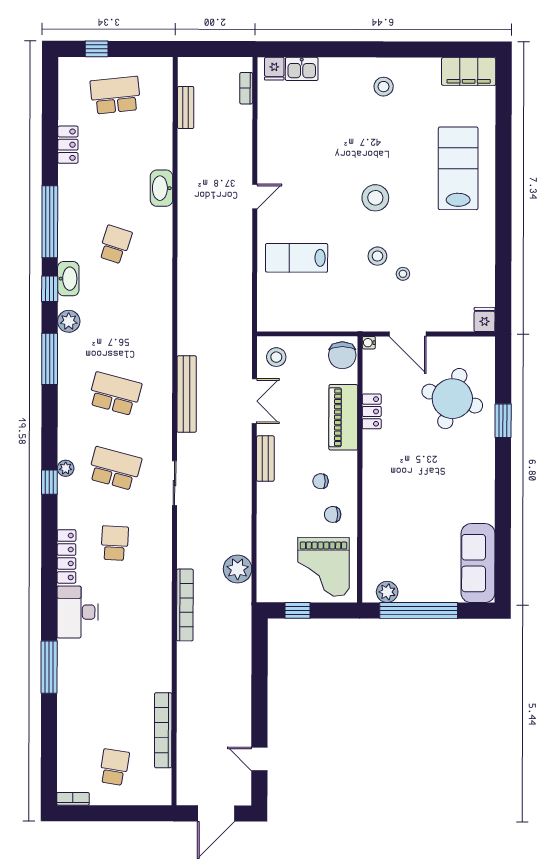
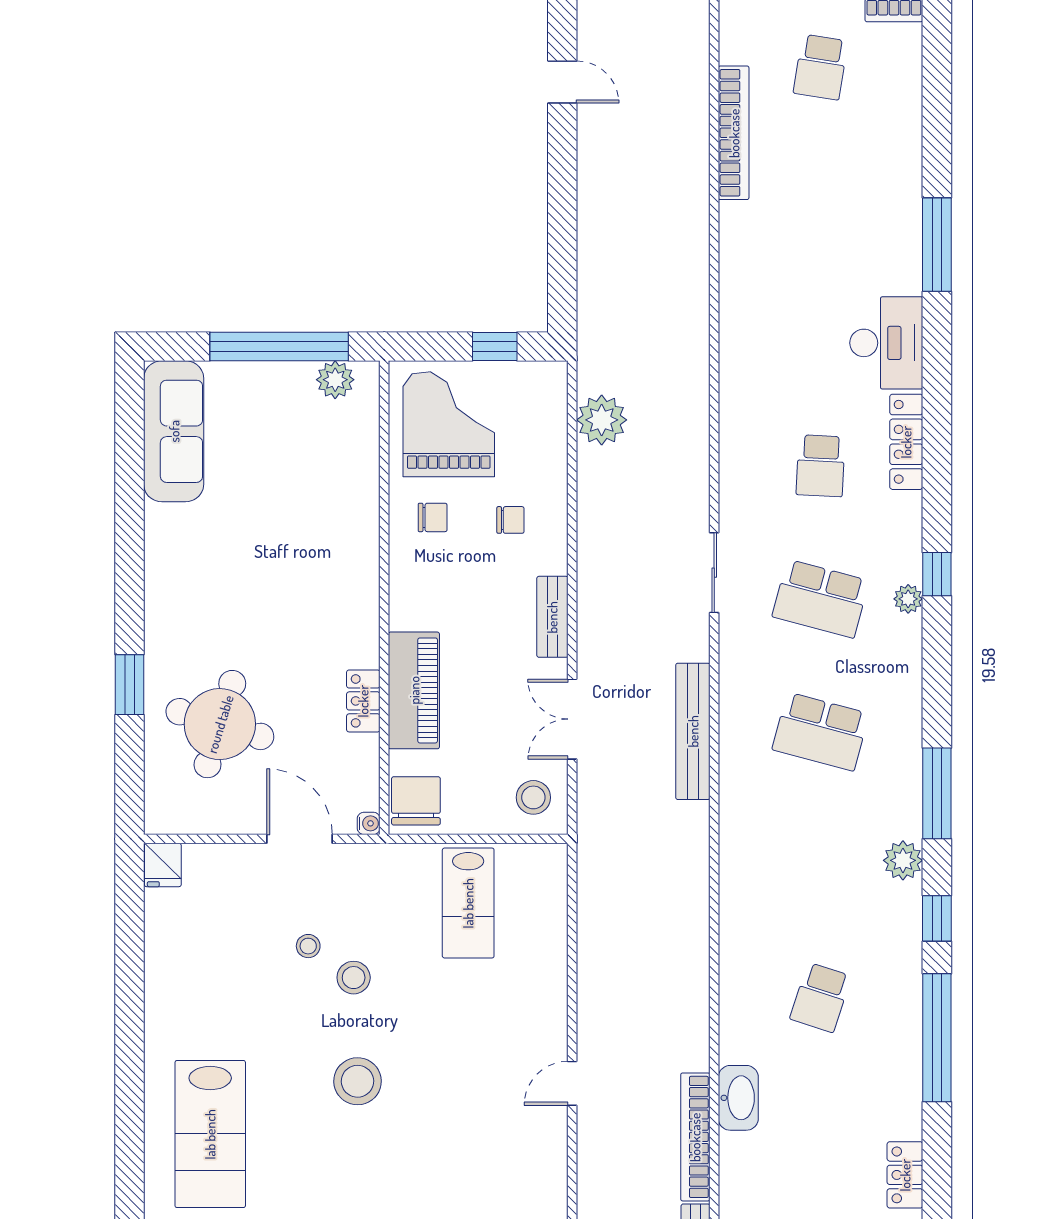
lab bench: (297, 258) -> (468, 903), moved, turned 90
washbasin: (68, 279) -> (904, 936), removed
chair: (321, 481) -> (510, 520), moved
bookcase: (185, 605) -> (695, 1137), moved

